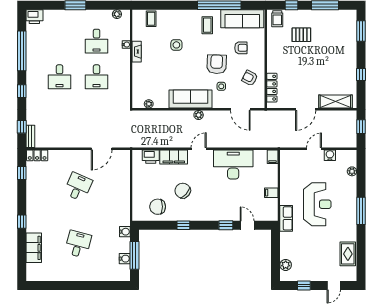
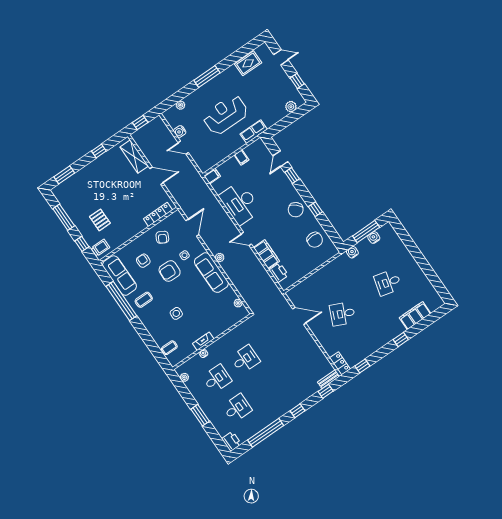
desk: (59, 77) -> (237, 408), moved
chair: (183, 191) -> (296, 210), moved

